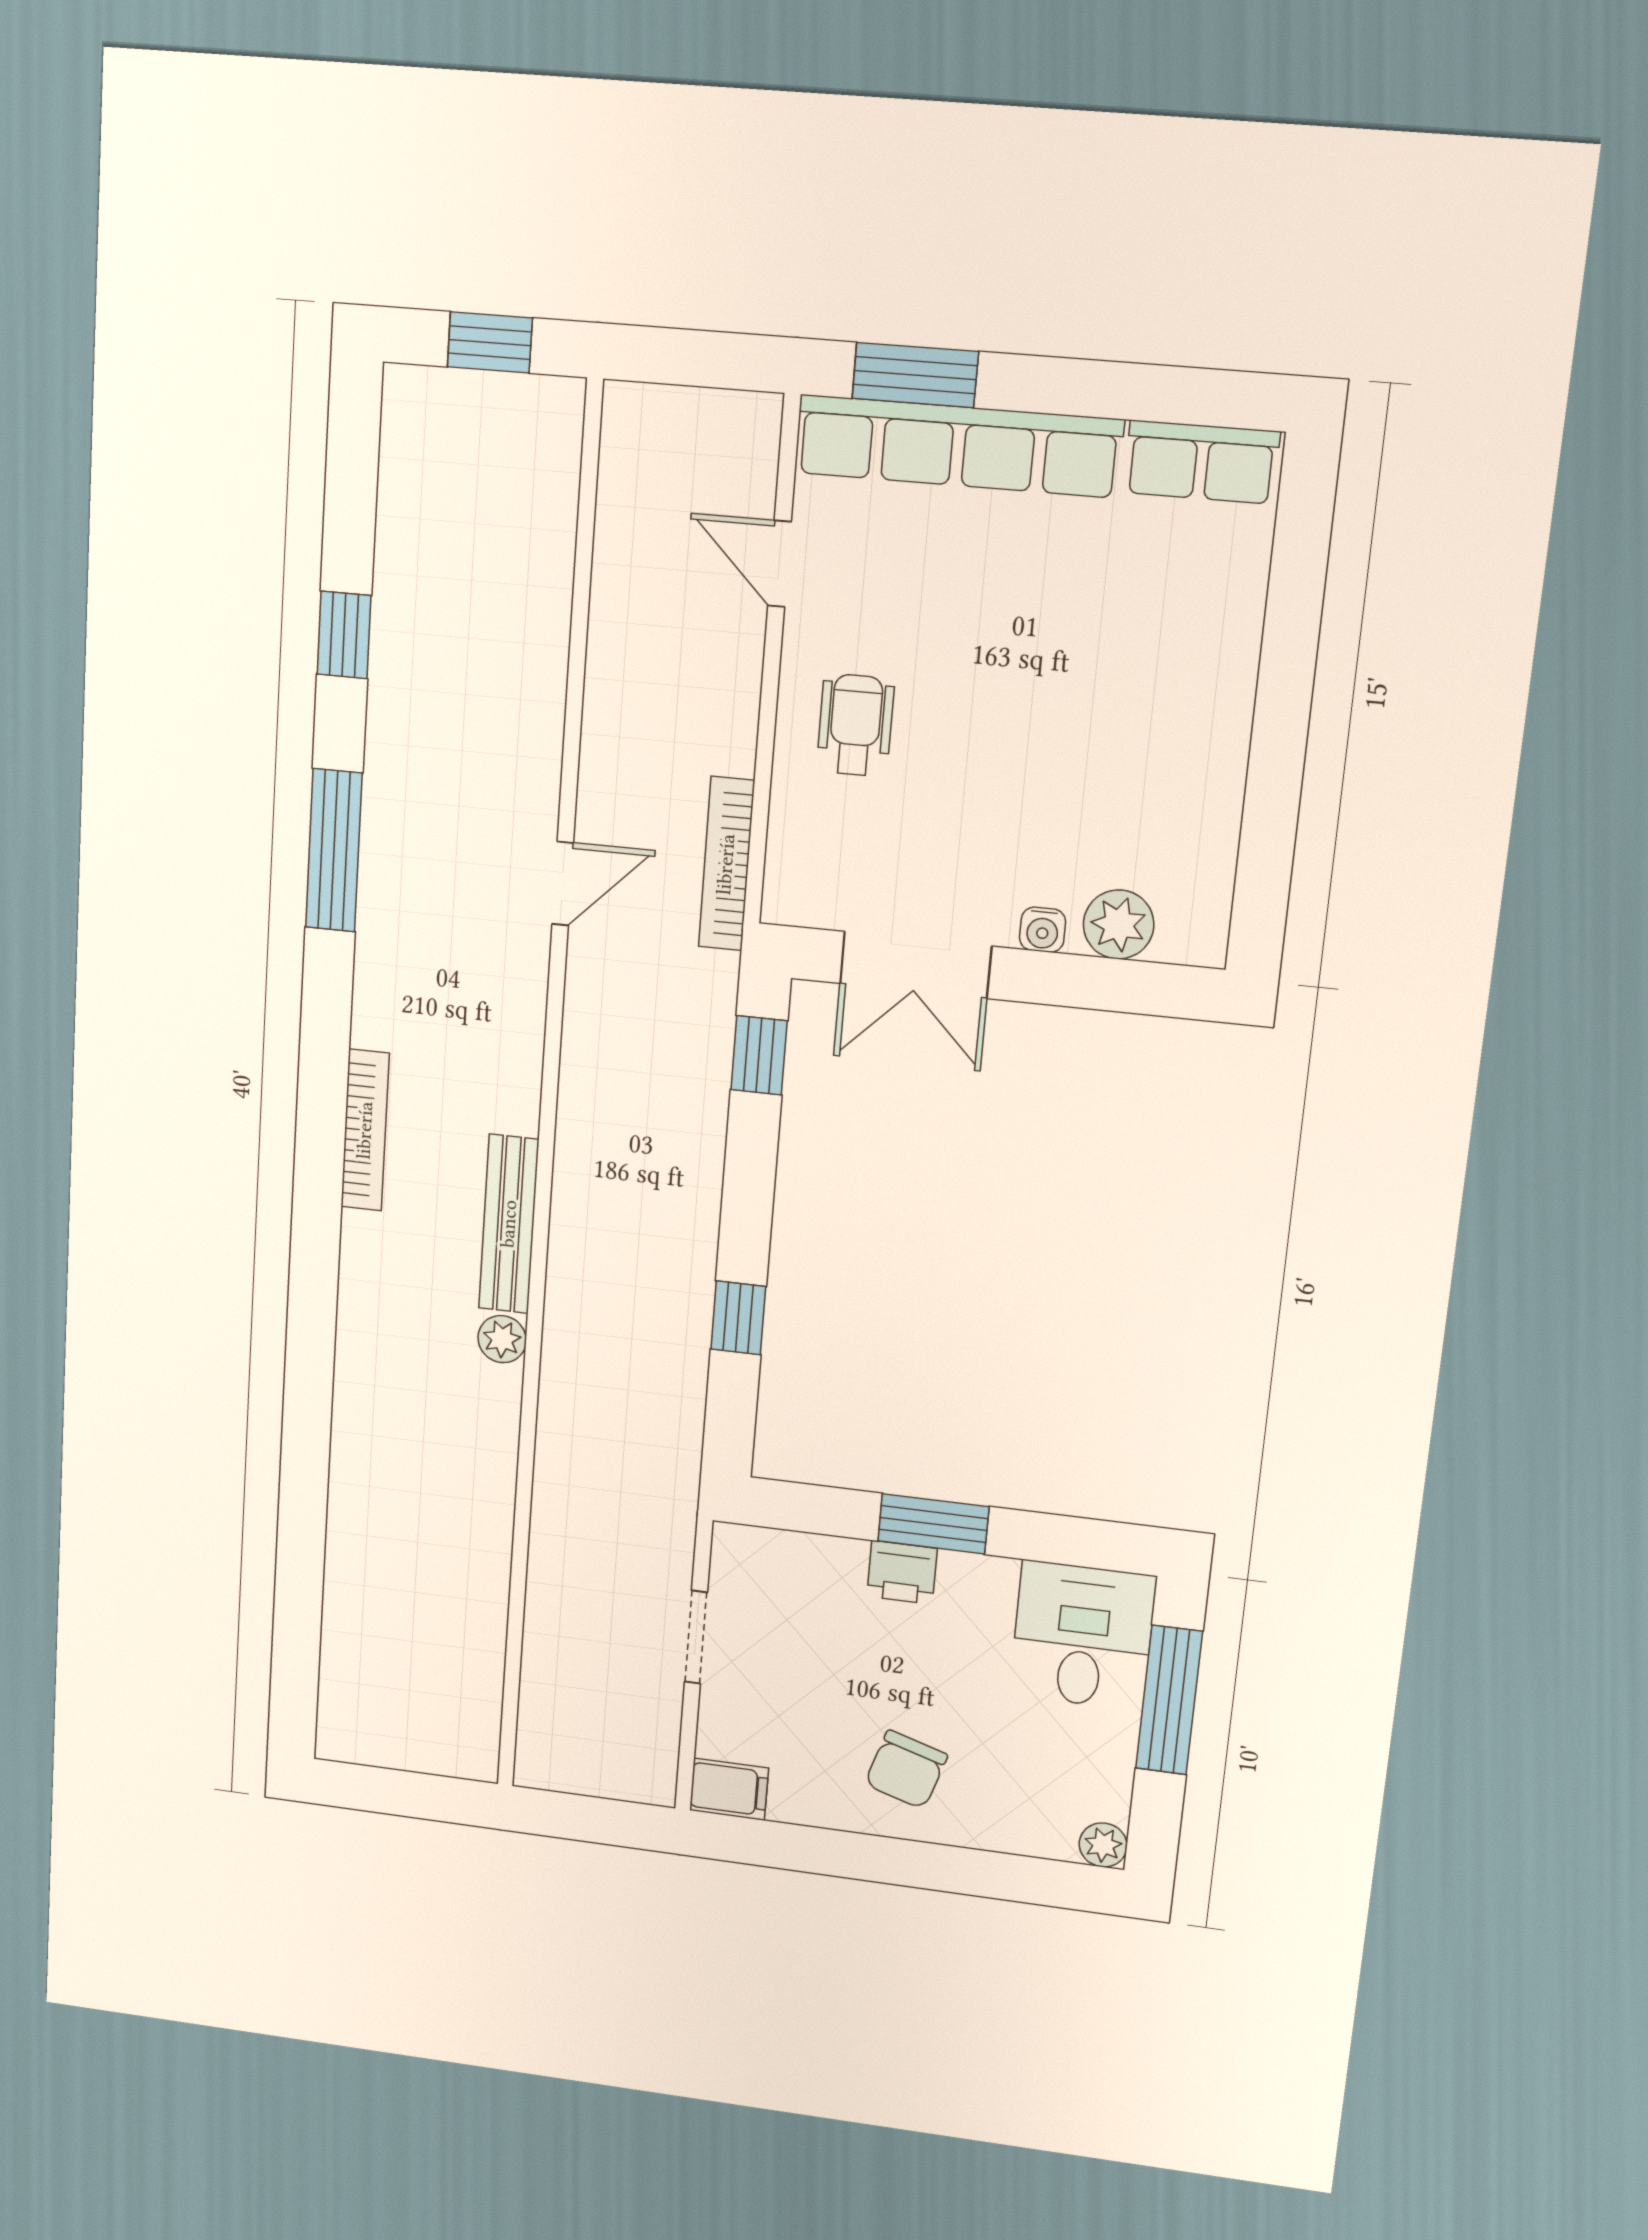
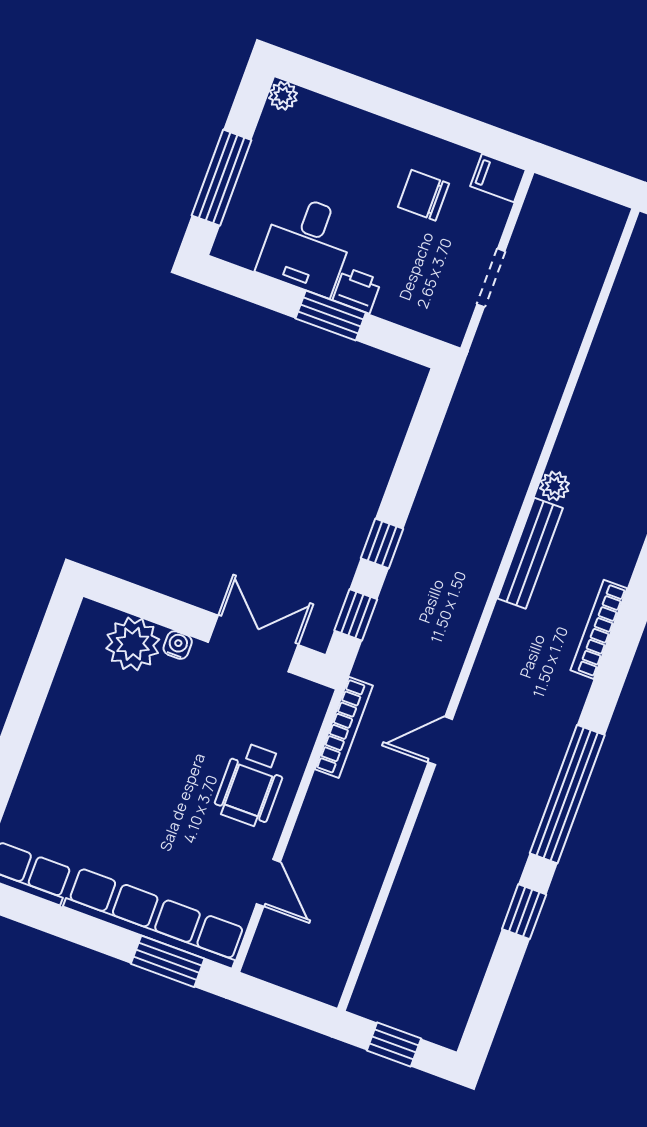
wheelchair: (855, 725) -> (251, 785), width x1.36, depth x1.37
window: (334, 850) -> (567, 794), width x1.46
plant: (1119, 924) -> (133, 644), width x1.36, depth x1.36
window: (738, 1318) -> (382, 544), moved
desk: (1083, 1636) -> (307, 245), moved
chair: (906, 1770) -> (423, 195), moved, turned -107

